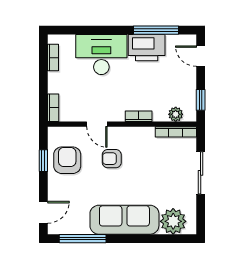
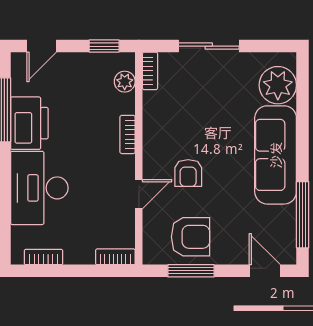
bookcase: (176, 132) -> (150, 71), width x0.64
armchair: (67, 160) -> (190, 237), turned 180
window: (43, 161) -> (191, 271), width x1.50

